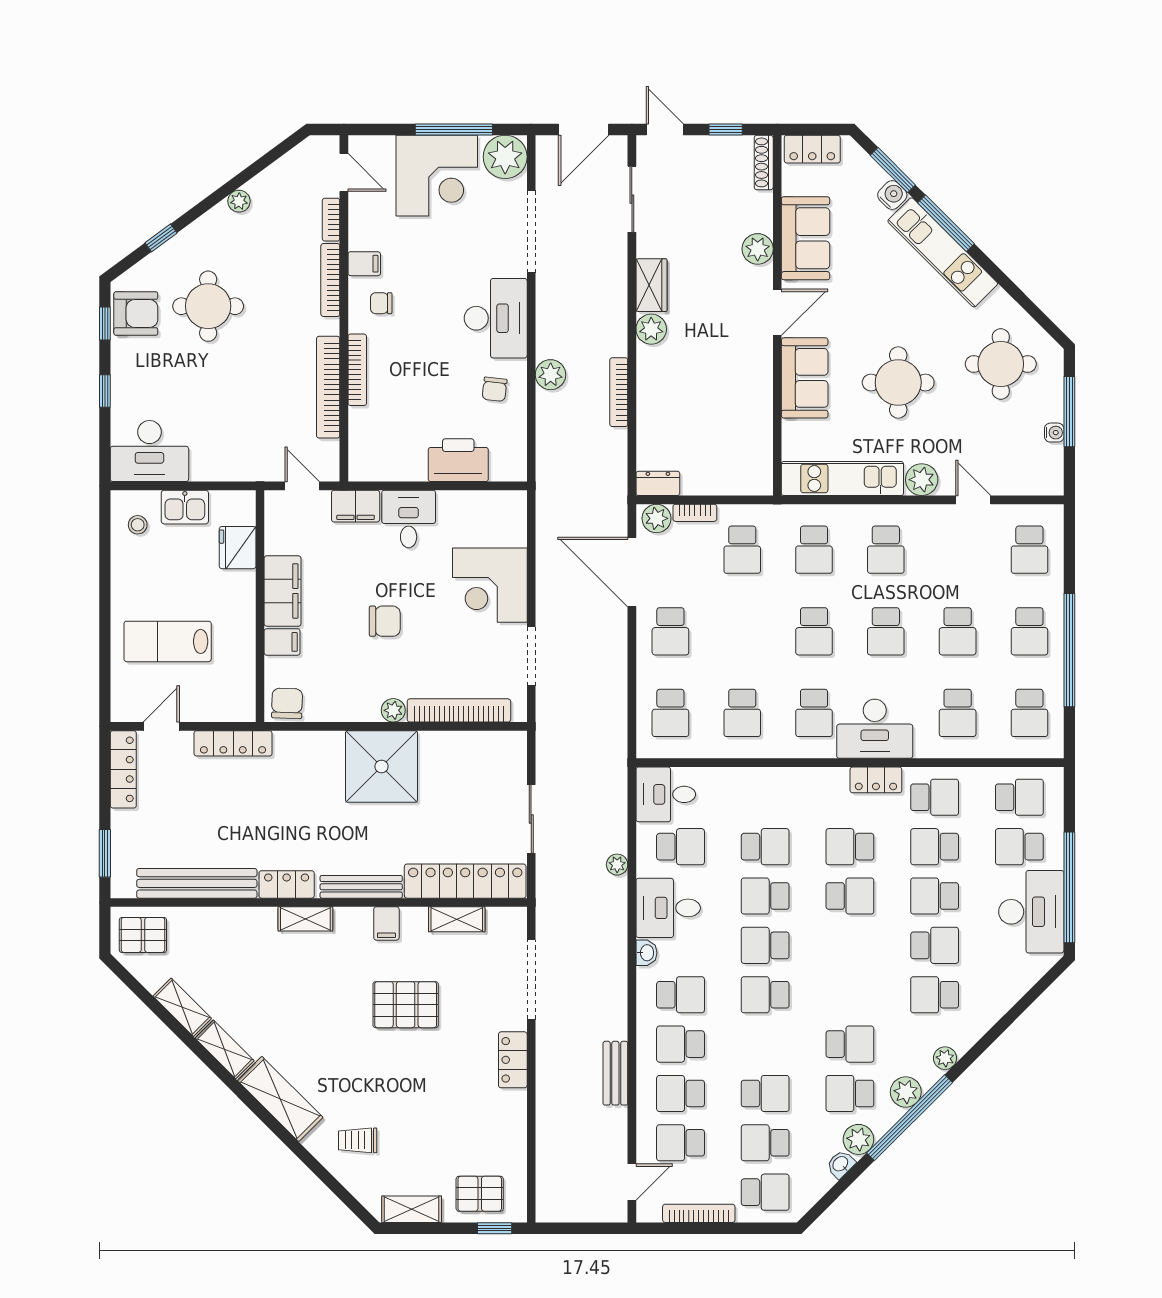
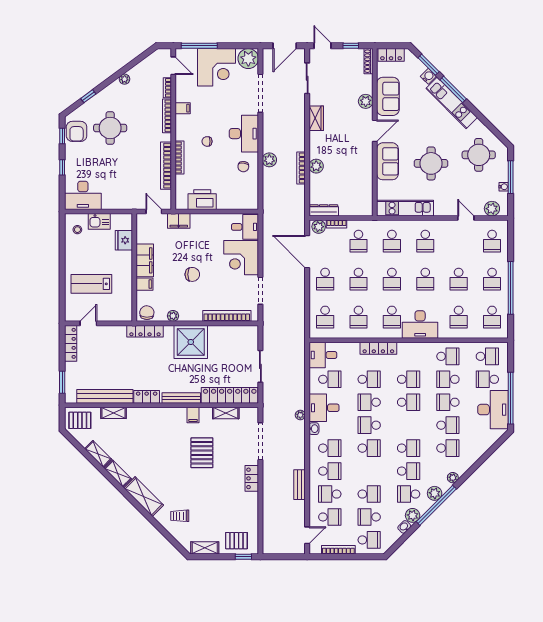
window: (454, 129) -> (199, 46), moved
chair: (381, 303) -> (207, 141), moved
armchair: (136, 313) -> (77, 131), turned 90
plant: (651, 329) -> (316, 166), moved
printer: (458, 460) -> (202, 200), moved
plant: (922, 480) -> (492, 209), moved
dresser: (658, 483) -> (324, 210), width x1.44
desk: (409, 519) -> (245, 227), moved, turned 90
school desk: (742, 631) -> (358, 279), added
plant: (393, 710) -> (173, 316), moved
locker: (233, 743) -> (145, 331), moved
locker: (876, 780) -> (378, 348), moved, width x1.53
school desk: (850, 847) -> (409, 379), turned 180
plant: (617, 865) -> (300, 415), moved
shelving: (305, 919) -> (114, 413), moved
school desk: (765, 995) -> (369, 448), turned 180
school desk: (850, 995) -> (409, 448), added
school desk: (935, 995) -> (448, 448), turned 180
pallet: (406, 1005) -> (202, 453), turned 90
school desk: (681, 1044) -> (330, 471), turned 180
school desk: (681, 1143) -> (330, 517), turned 180

